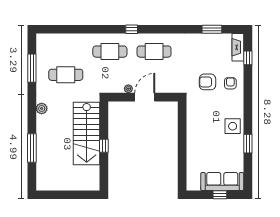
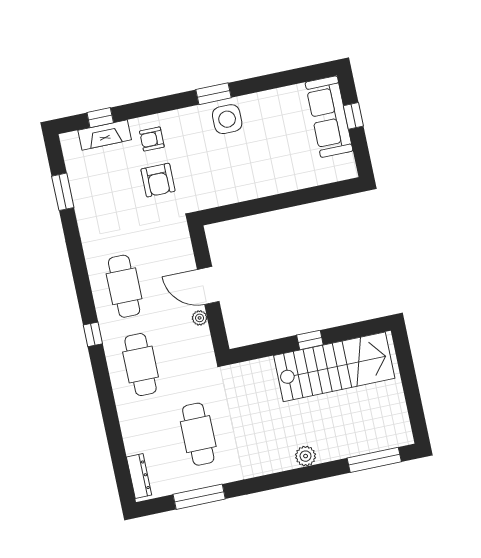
dresser: (50, 38) -> (139, 476), added
fireplace: (238, 47) -> (105, 135), moved
plant: (42, 108) -> (306, 456), moved
stairs: (87, 133) -> (334, 367), moved
window: (248, 144) -> (214, 94), moved
window: (32, 148) -> (374, 460), moved

